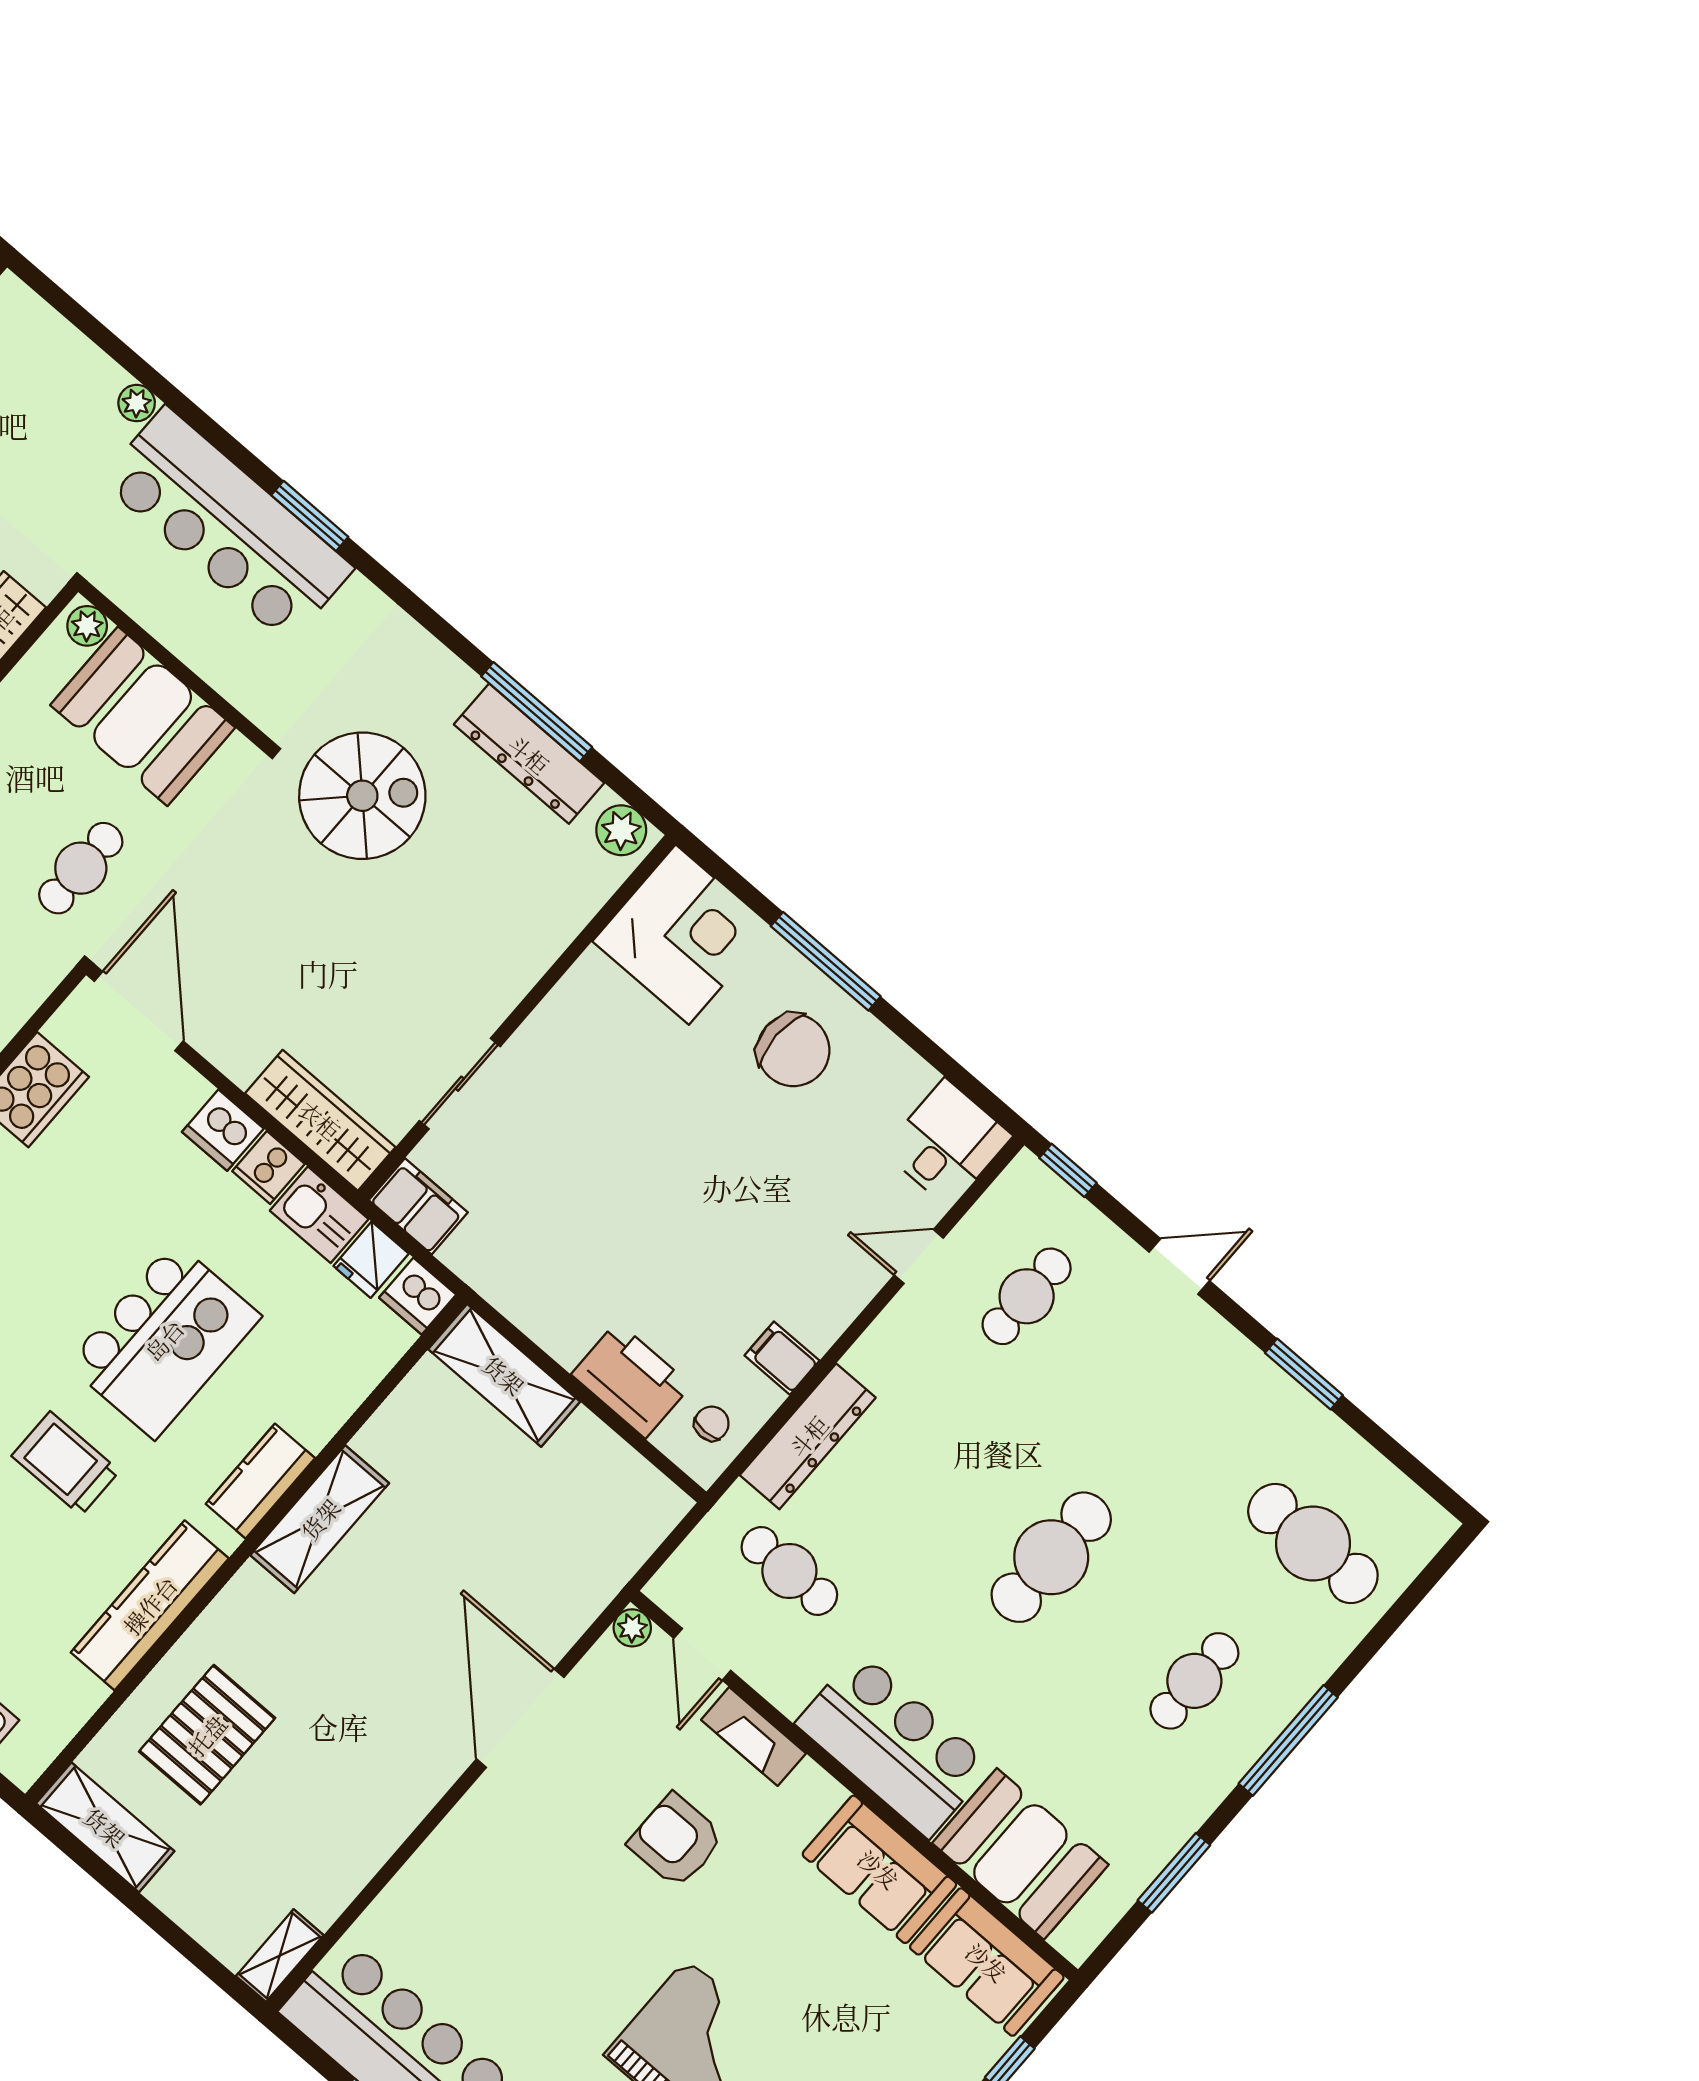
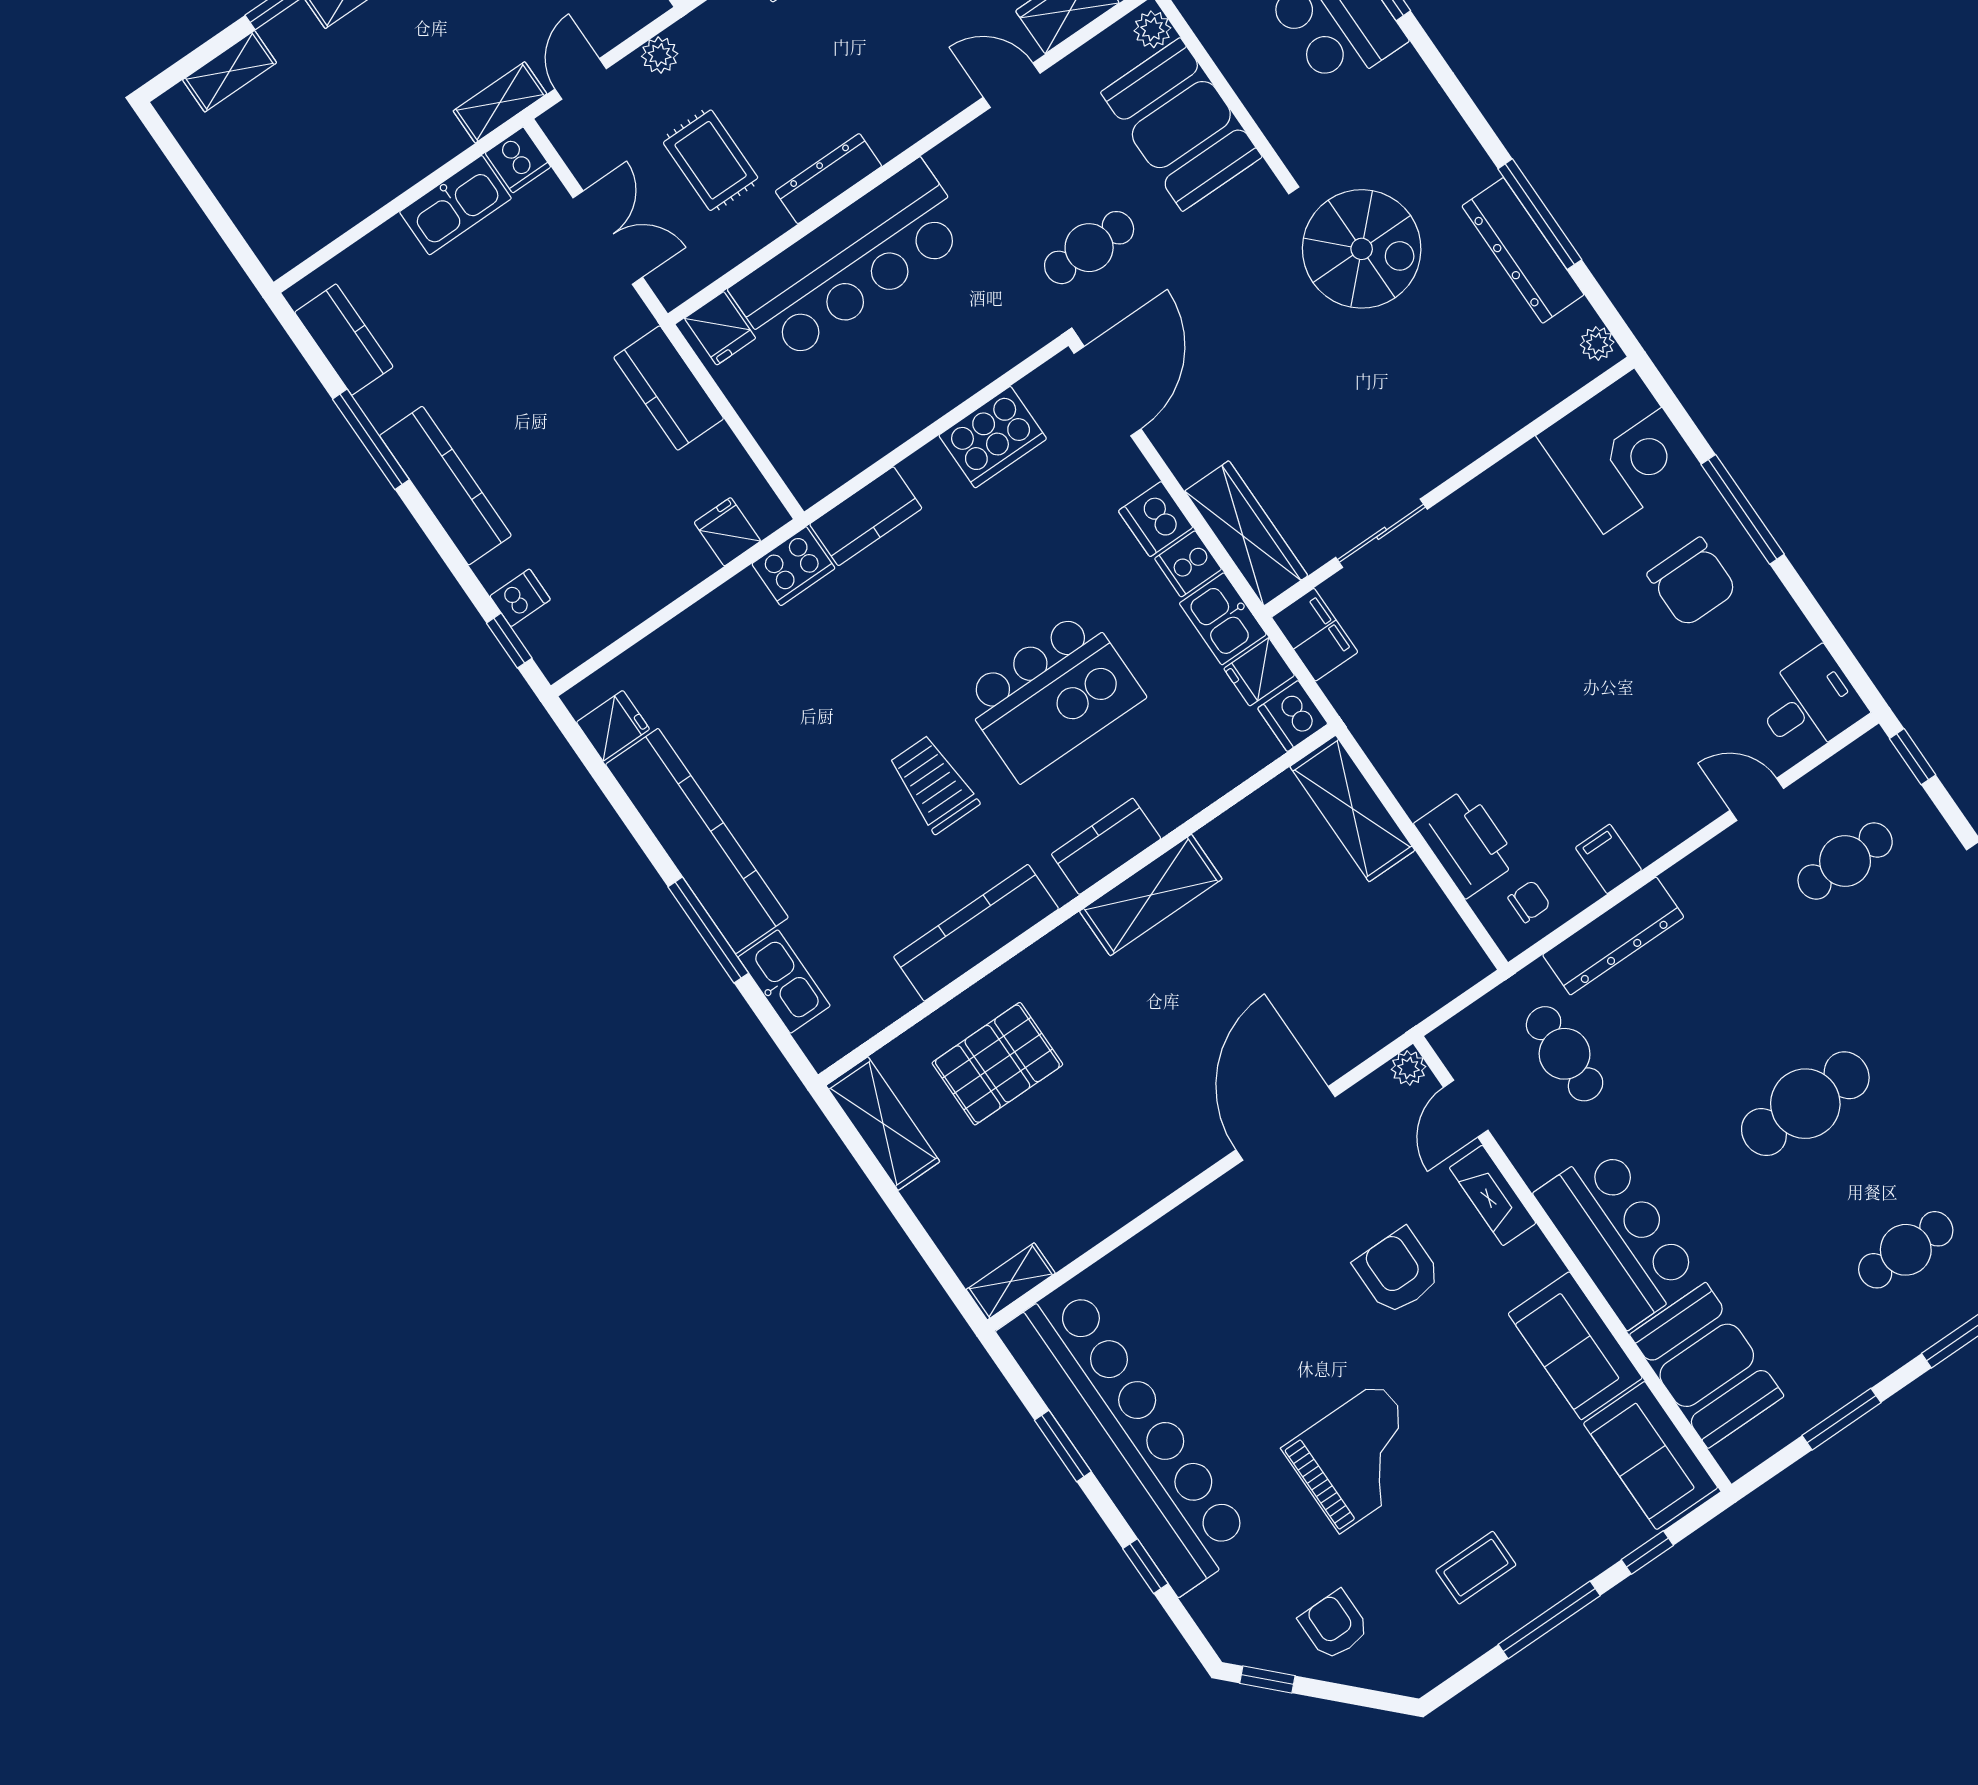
plant: (621, 830) -> (1597, 343), width x0.73, depth x0.73

